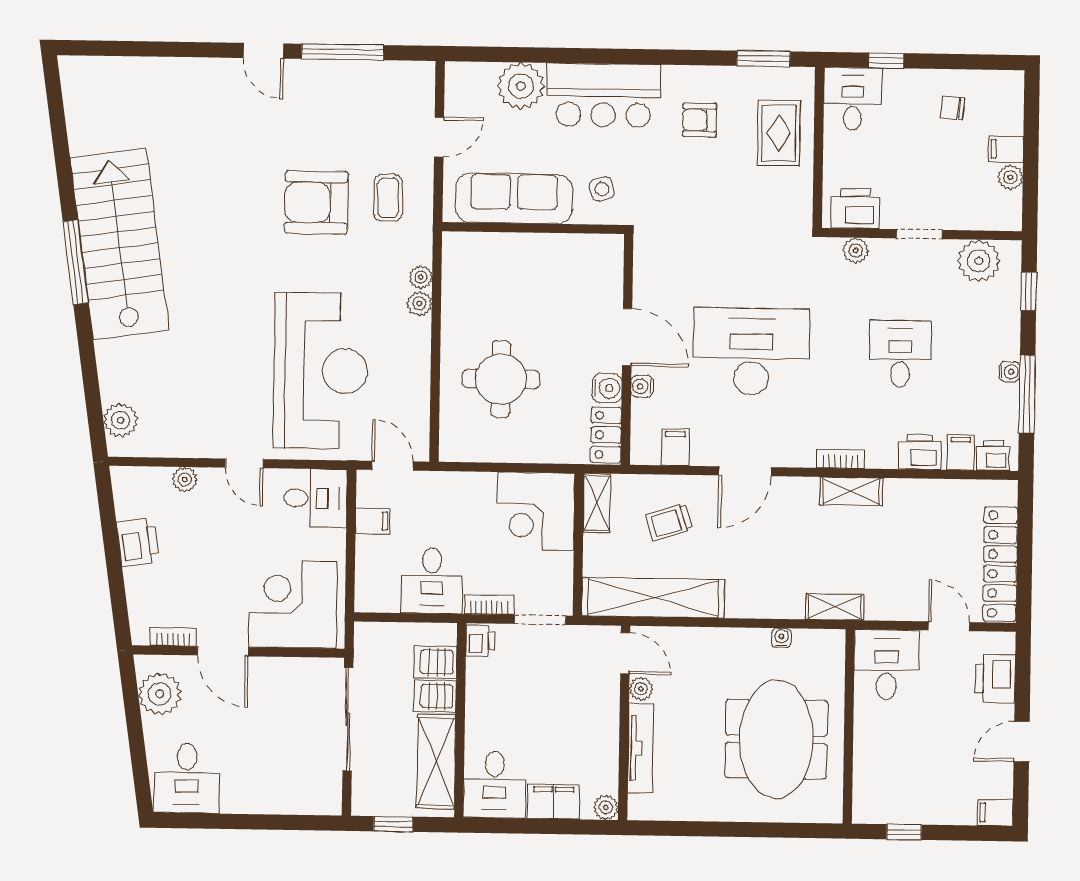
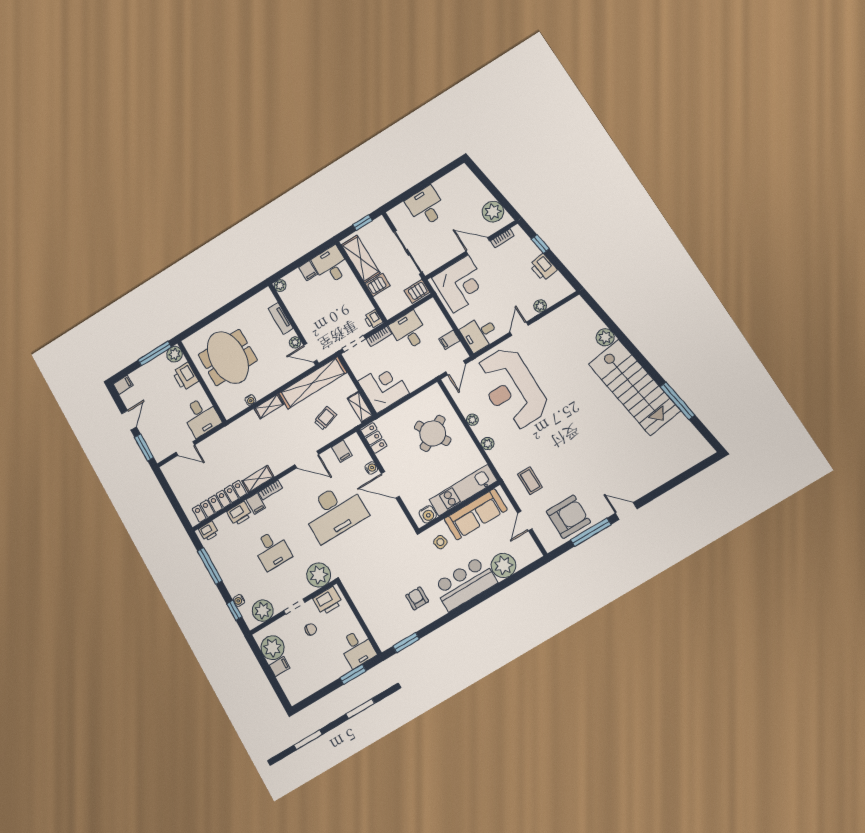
window: (886, 61) -> (353, 674), width x1.50
chair: (953, 108) -> (311, 629), moved
armchair: (700, 120) -> (417, 598), turned -90
rug: (779, 133) -> (380, 614), removed
plant: (1010, 177) -> (272, 648), width x1.88, depth x1.88
armchair: (316, 202) -> (568, 517), moved
plant: (856, 250) -> (319, 575), width x1.88, depth x1.88
kitchen unit: (509, 251) -> (463, 490), added
window: (76, 262) -> (678, 401), moved
plant: (421, 277) -> (472, 420), moved
water cooler: (1010, 372) -> (239, 601), moved
round table: (501, 379) -> (433, 433), turned -30
water cooler: (607, 388) -> (428, 514), moved, turned -90
plant: (121, 420) -> (605, 337), moved
filing cabinet: (961, 452) -> (256, 504), moved
door: (244, 463) -> (519, 329), hinge flipped
door: (392, 466) -> (456, 368), hinge flipped
door: (745, 471) -> (307, 460), swing flipped
locker: (1000, 564) -> (219, 501), moved, turned -90
window: (117, 585) -> (540, 244), added
shelving: (835, 607) -> (269, 406), moved
server rack: (435, 662) -> (417, 291), moved, turned 180
window: (1023, 676) -> (144, 447), added
printer: (995, 679) -> (185, 377), moved, turned 180
tv unit: (641, 748) -> (281, 318), width x0.71
desk: (187, 778) -> (426, 206), moved
filing cabinet: (554, 802) -> (308, 271), width x0.50
plant: (869, 807) -> (175, 354), added
window: (904, 832) -> (155, 354), width x2.17

